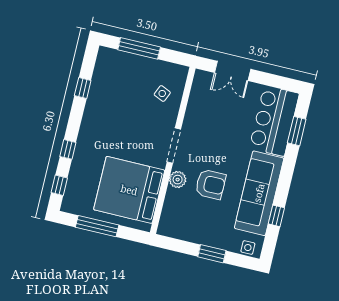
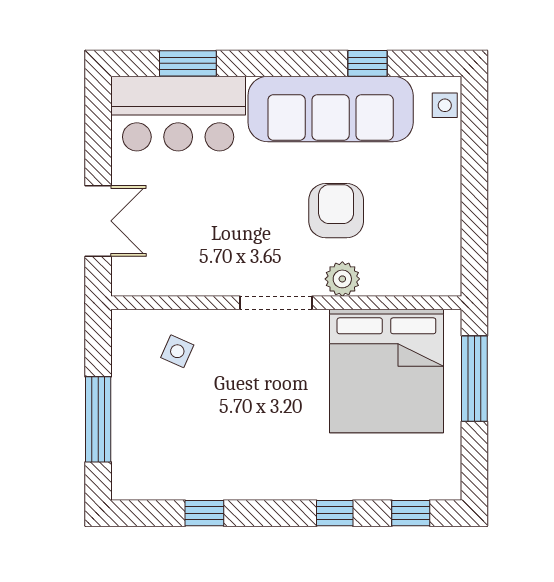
window: (97, 226) -> (474, 379), moved
window: (212, 254) -> (474, 175), removed

